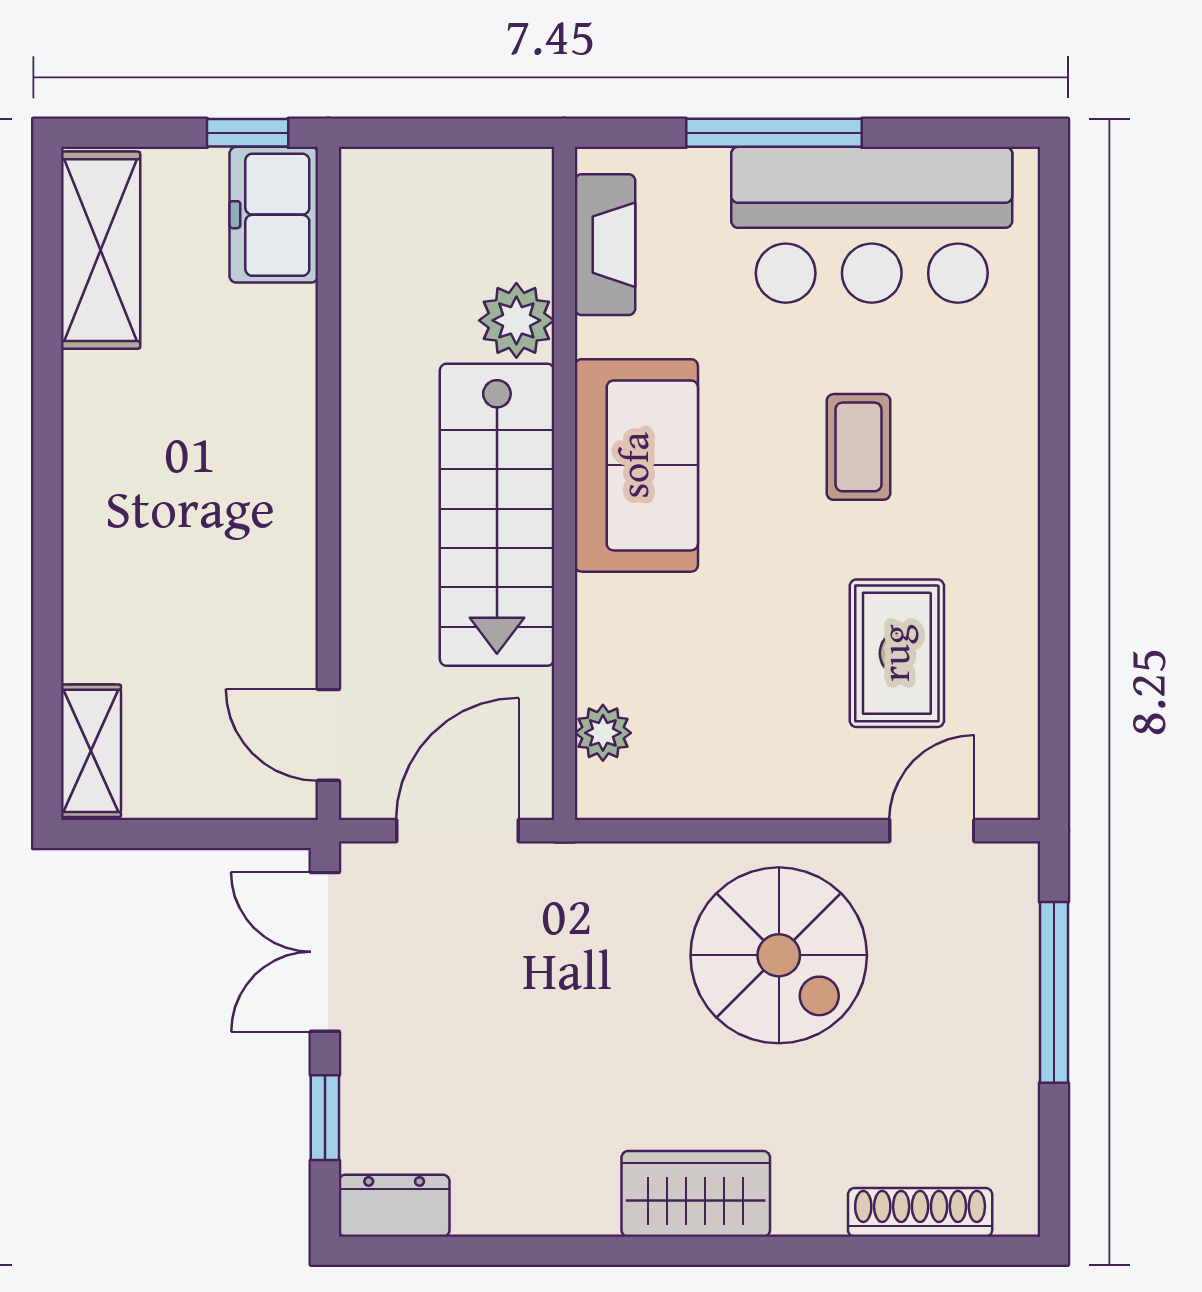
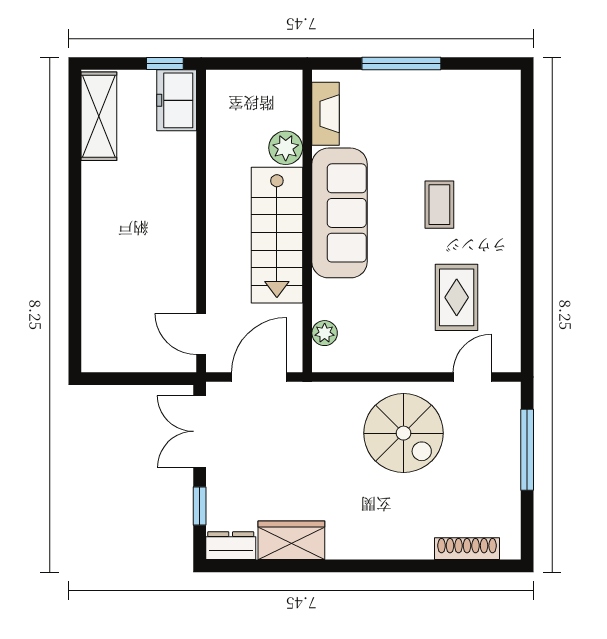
bar counter: (872, 225) -> (445, 105), removed
sofa: (636, 465) -> (340, 213), width x1.36
shelving: (91, 751) -> (94, 341), removed
wardrobe: (696, 1194) -> (291, 540), moved

